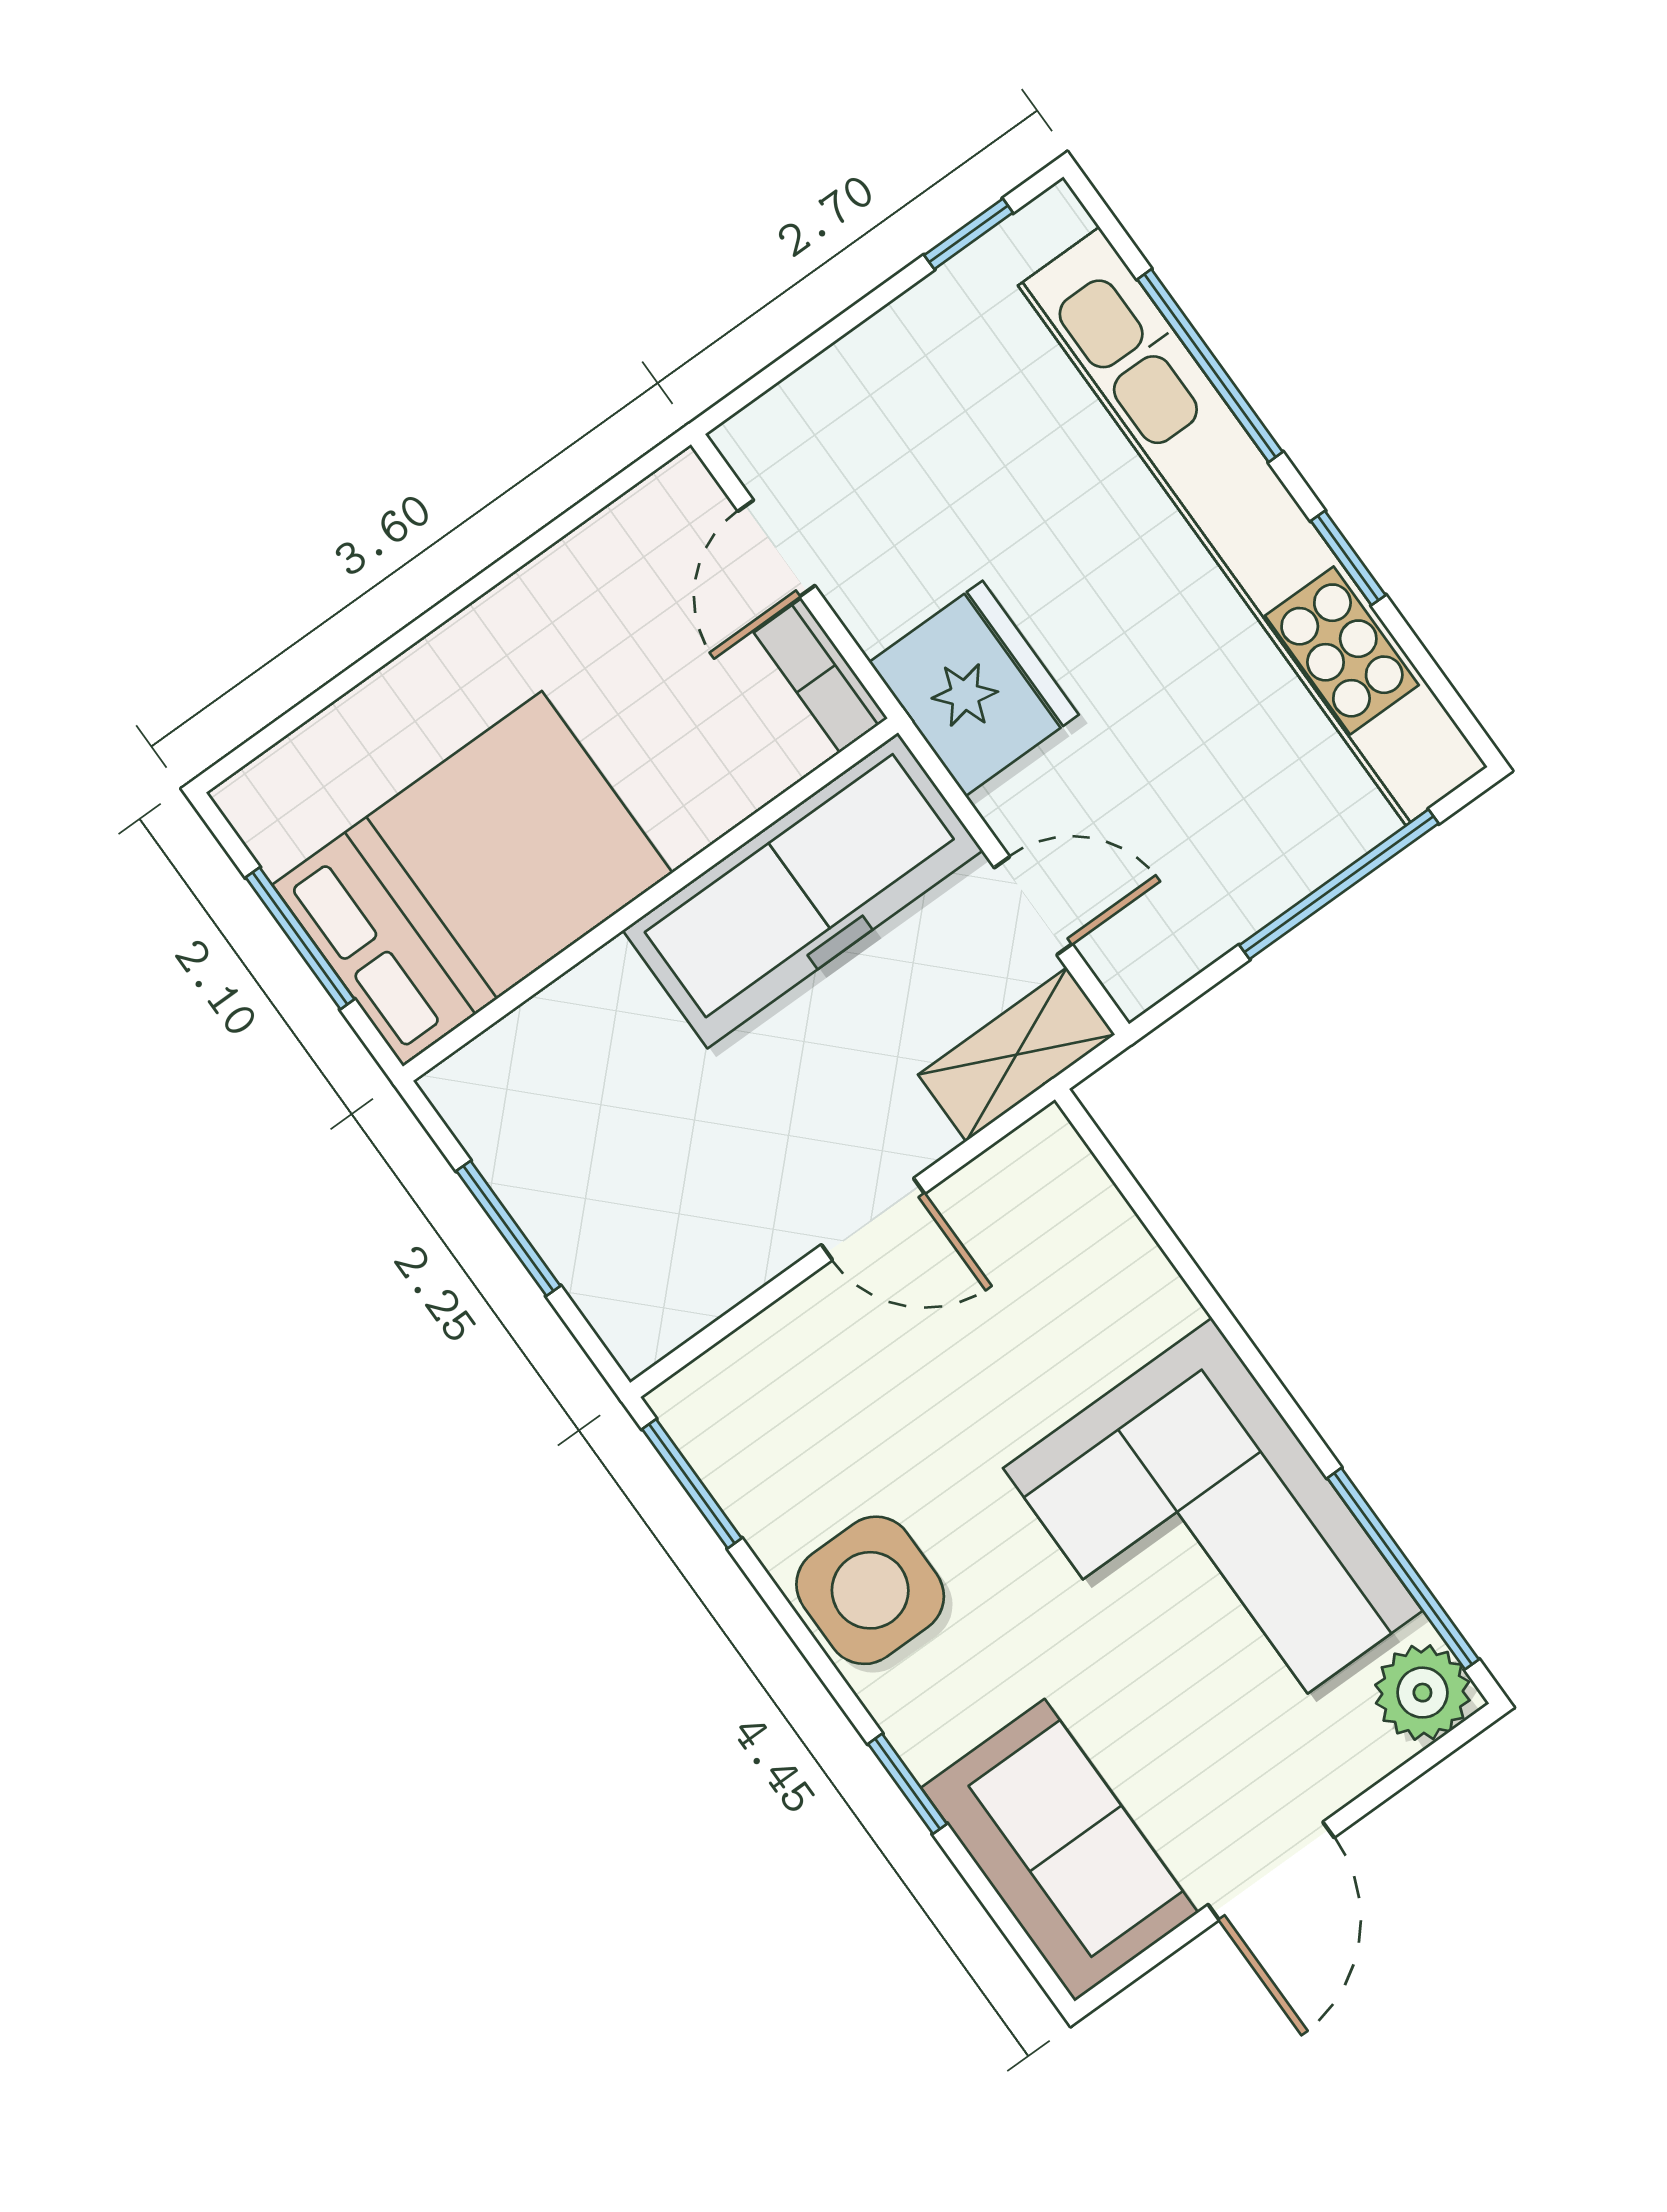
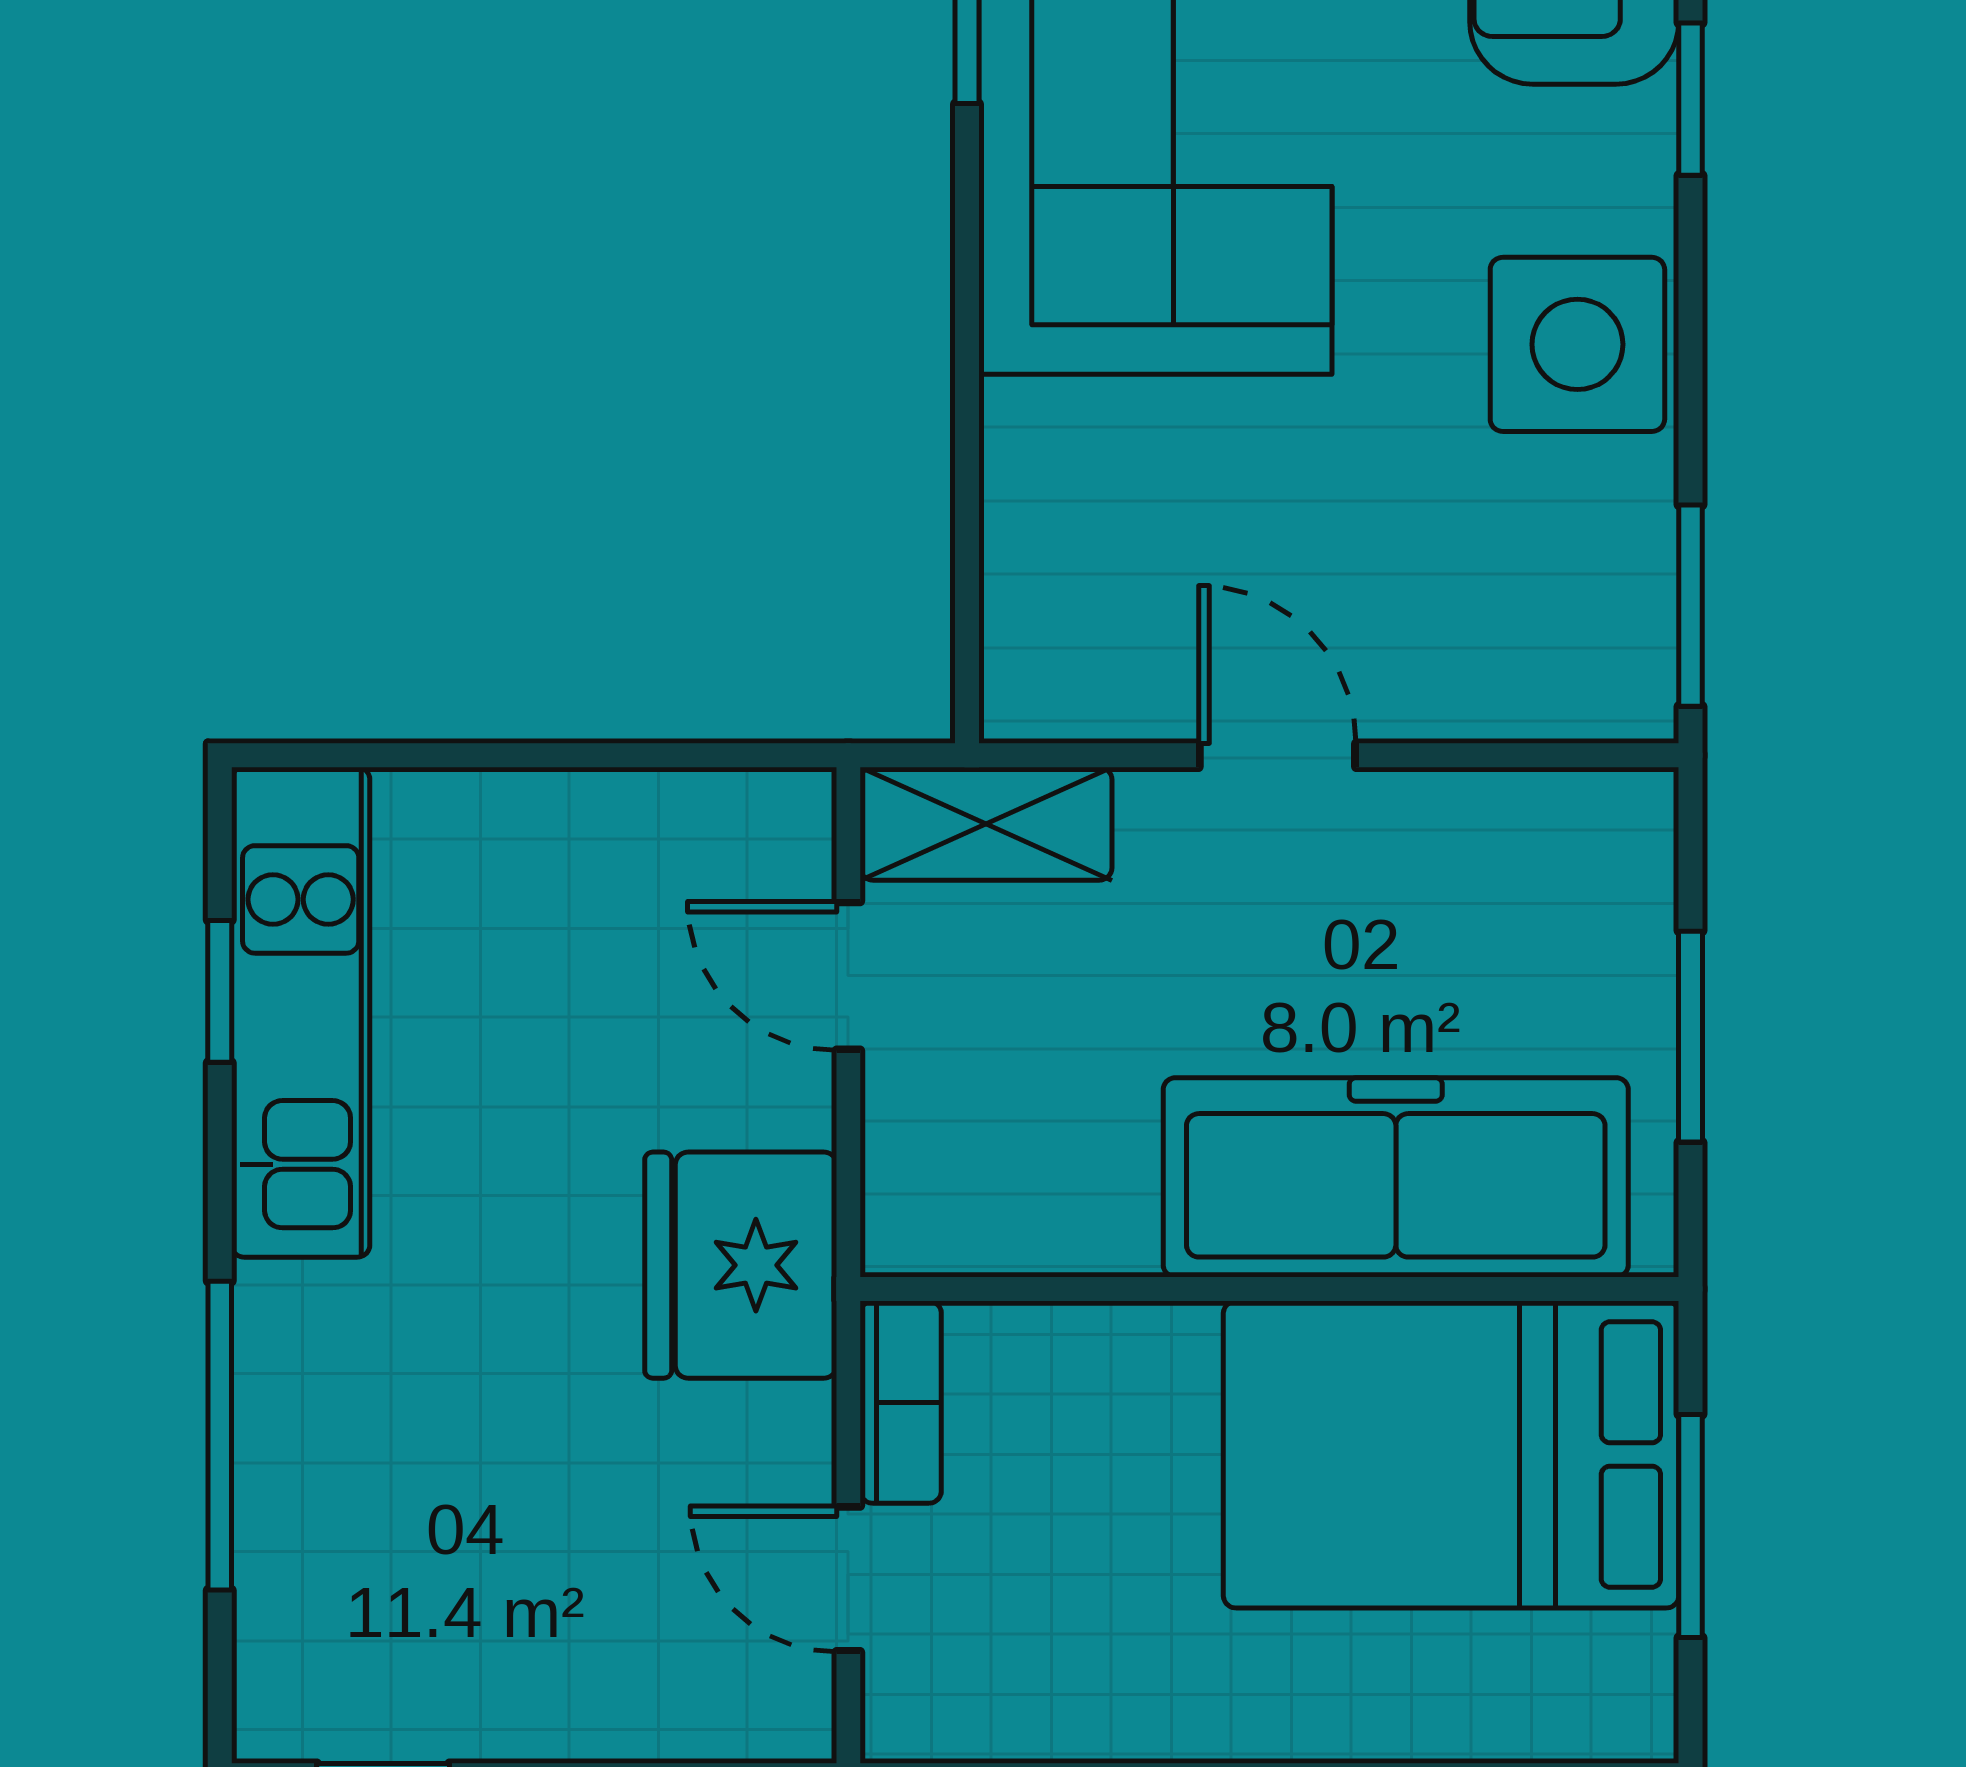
kitchen unit: (1253, 526) -> (301, 1012), width x0.54
door: (776, 548) -> (848, 1579), swing flipped
window: (1348, 558) -> (220, 991), moved
window: (1339, 884) -> (491, 755), removed
freezer: (803, 890) -> (1396, 1177), moved

